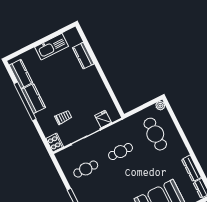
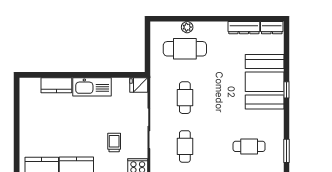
kitchen sink: (52, 47) -> (92, 87), moved, turned 90
plant: (160, 106) -> (187, 27), moved
fridge: (103, 119) -> (139, 85), moved

